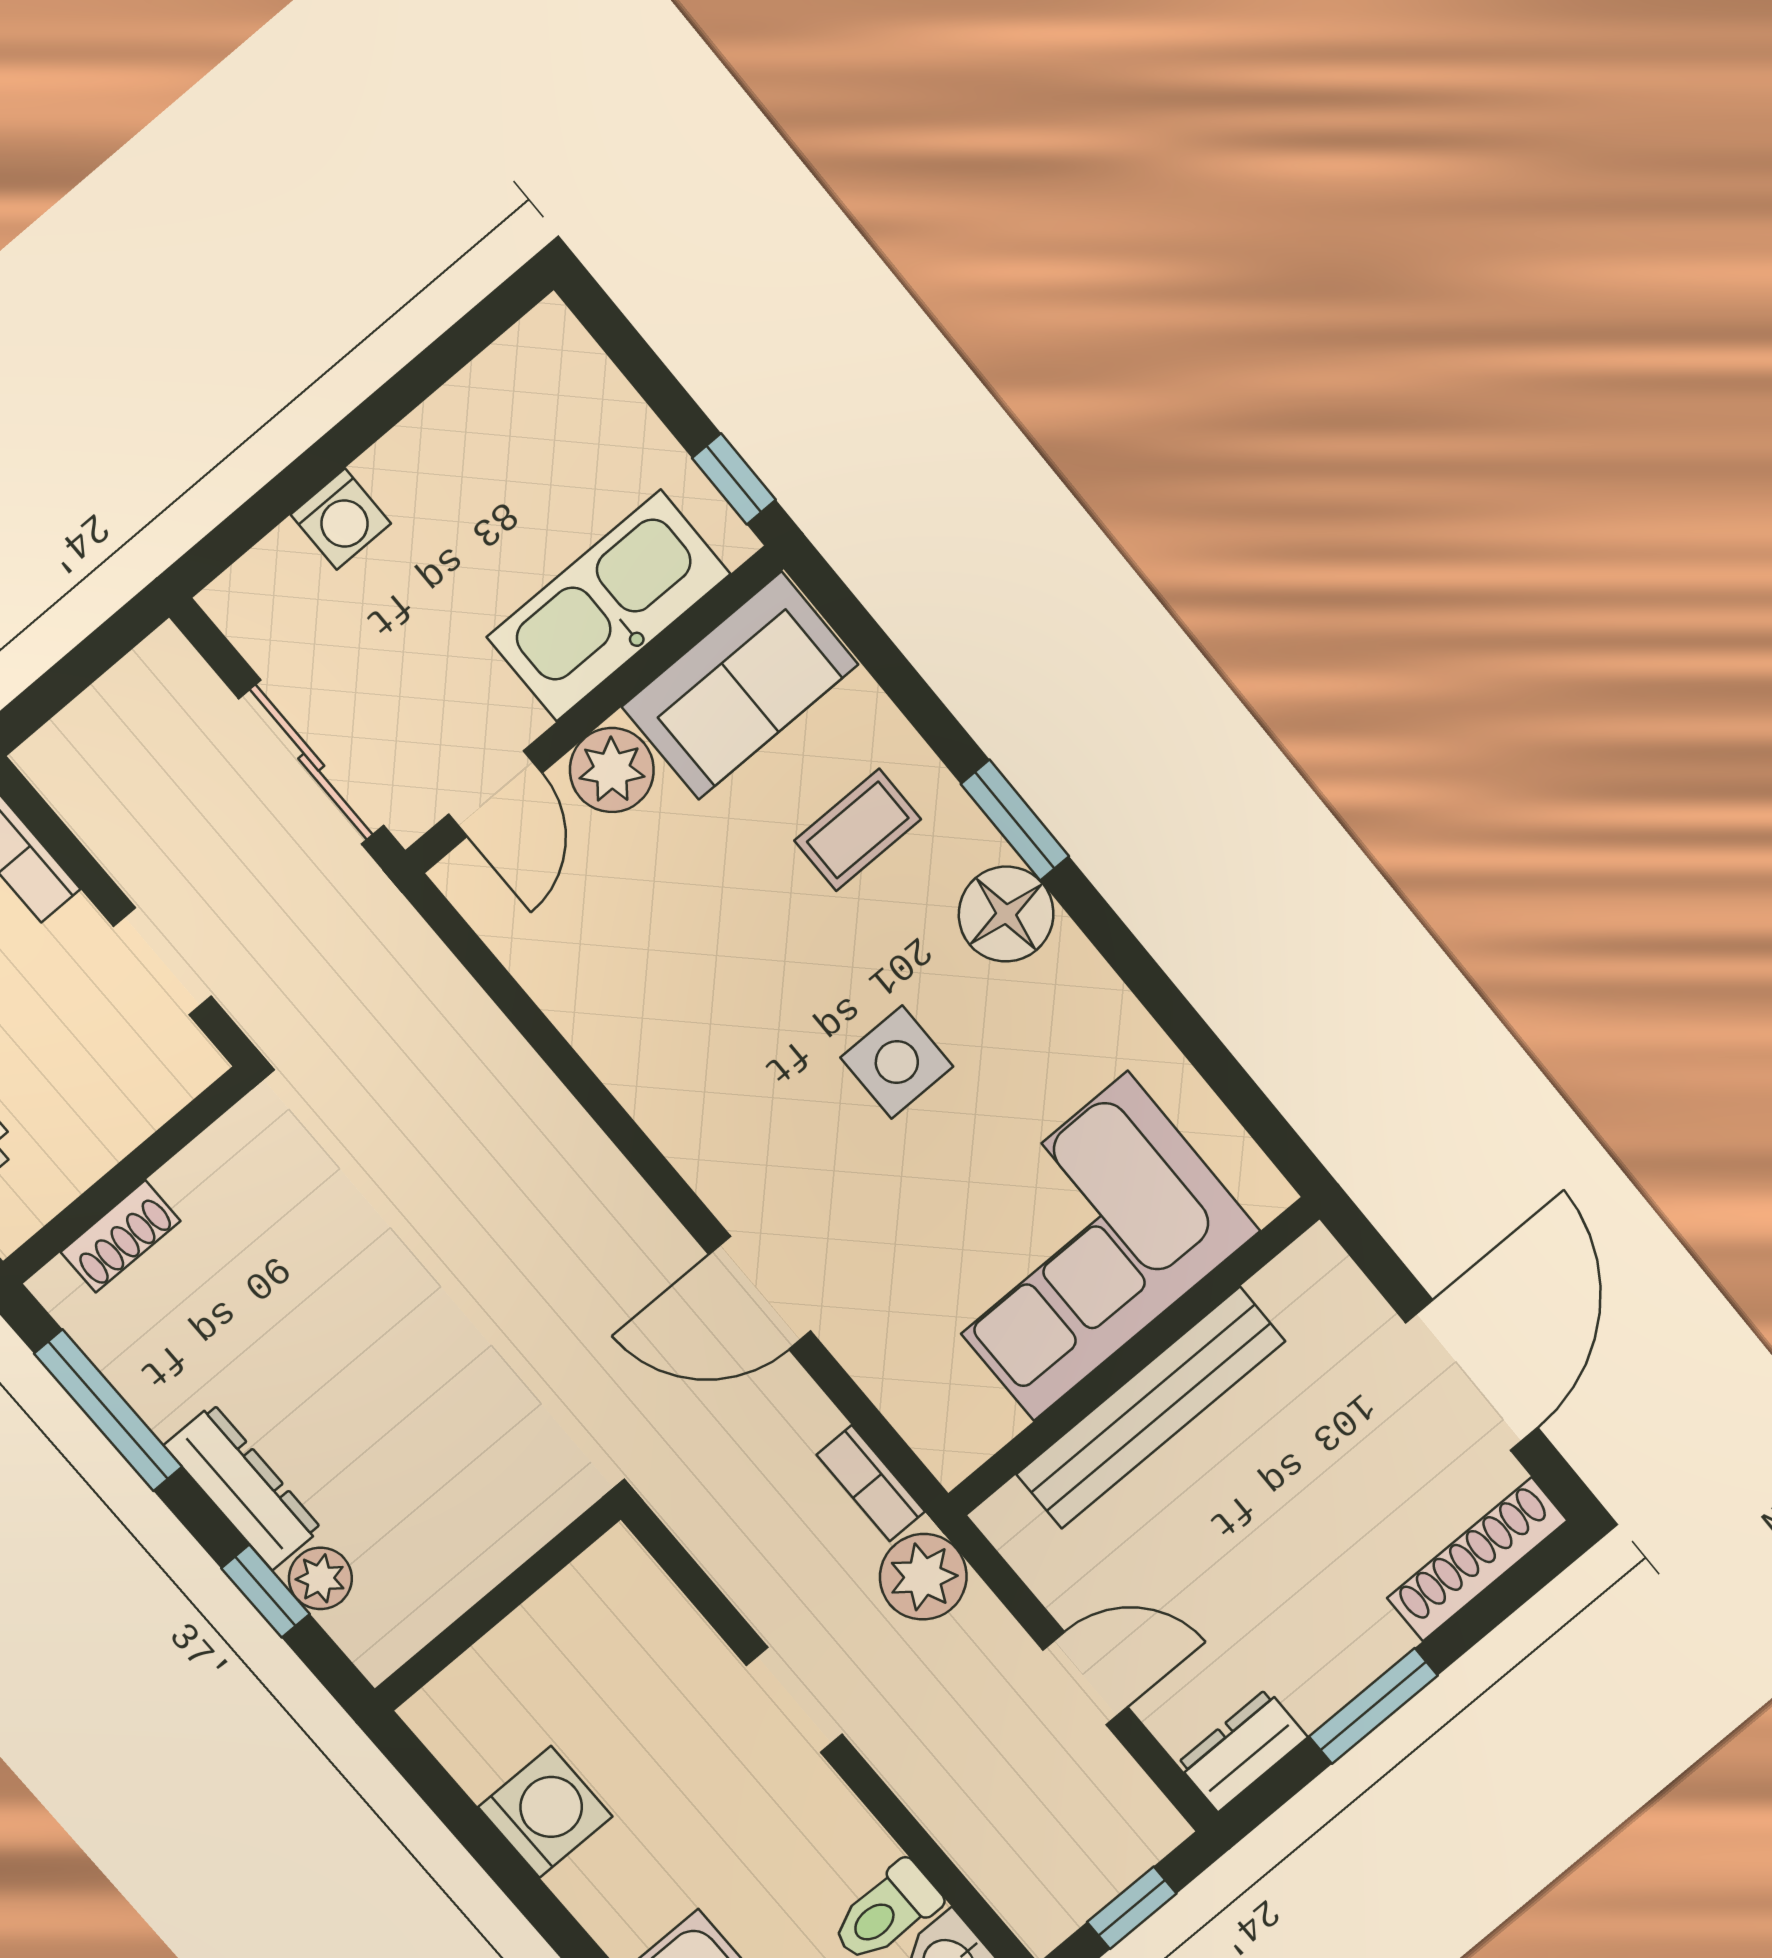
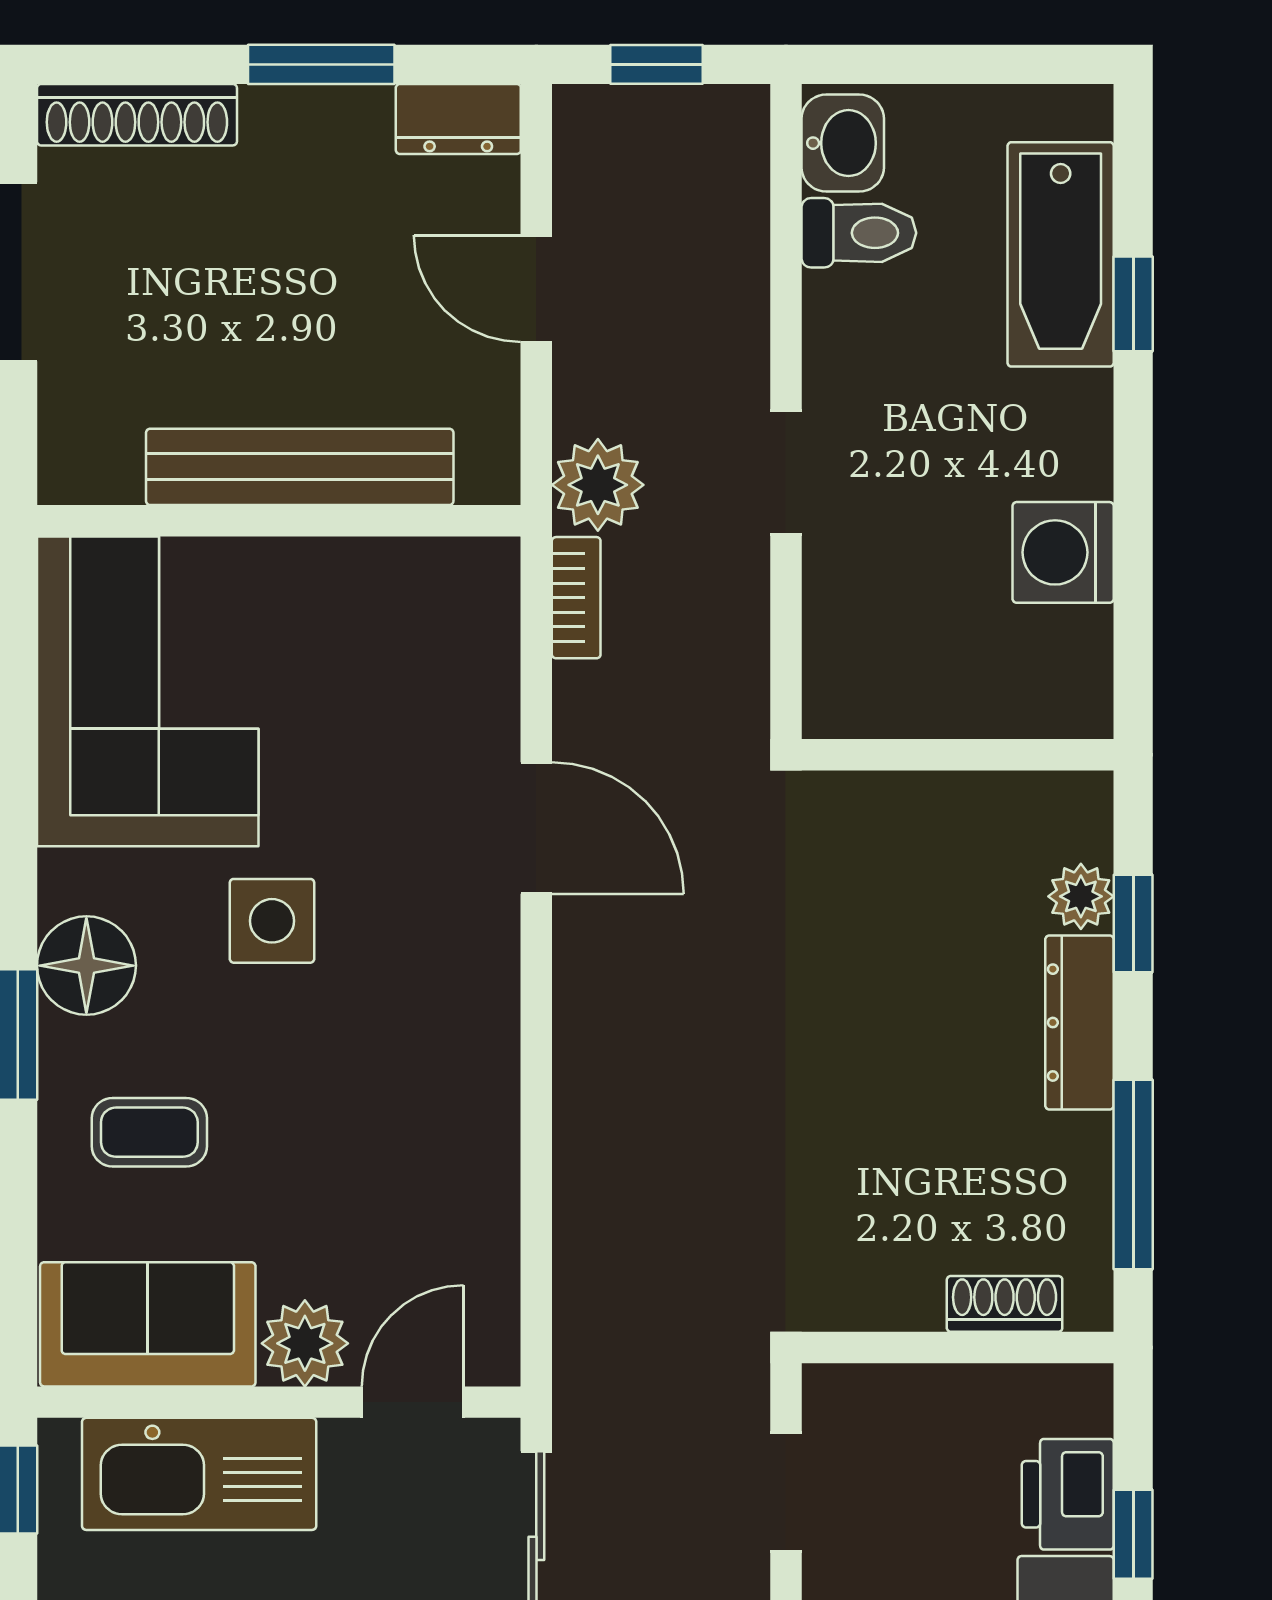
corner sofa: (1081, 1246) -> (148, 691), moved, turned -90

